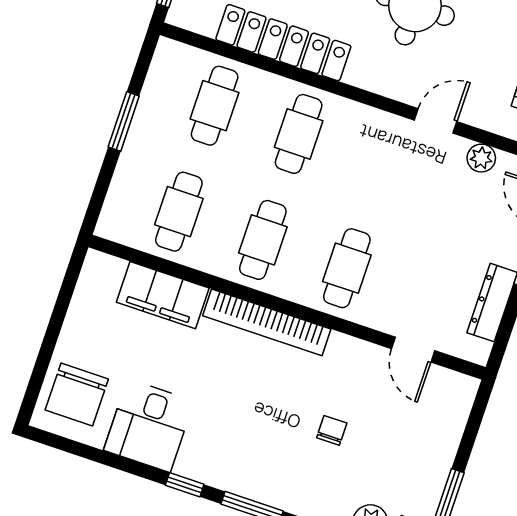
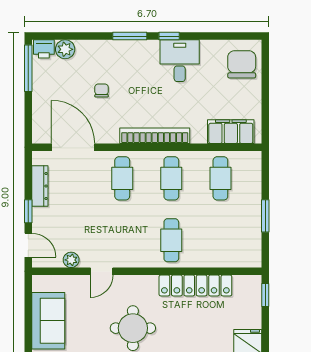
cafe table: (215, 106) -> (220, 240), removed
filing cabinet: (163, 295) -> (231, 132), moved
door: (413, 350) -> (73, 147), width x1.87
desk: (149, 426) -> (180, 61), moved
chair: (332, 430) -> (102, 91), turned 180

